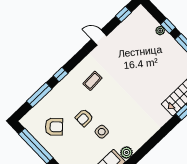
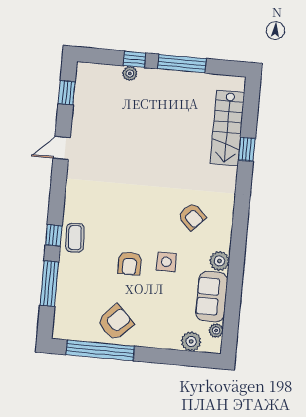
coffee table: (93, 81) -> (75, 238), moved
armchair: (132, 121) -> (192, 217), added
armchair: (54, 127) -> (116, 322), moved

